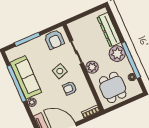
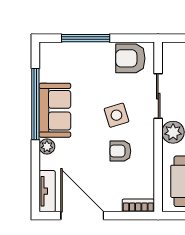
armchair: (54, 39) -> (130, 58), turned 90
sofa: (26, 77) -> (55, 110), width x0.73

